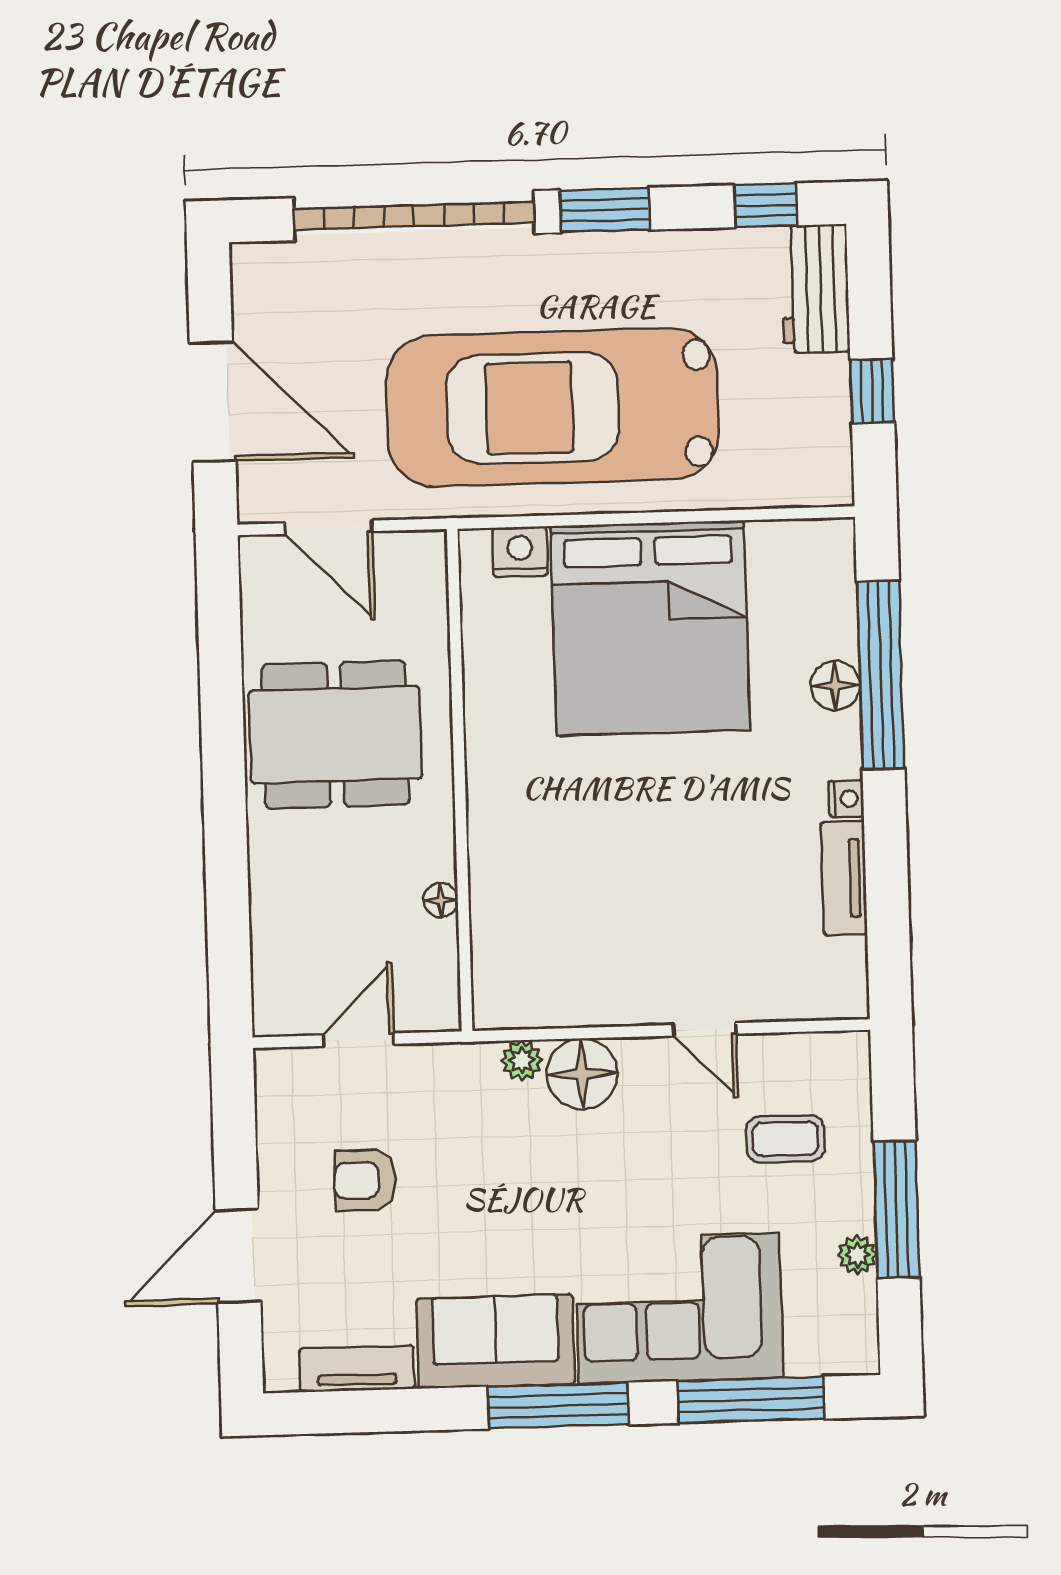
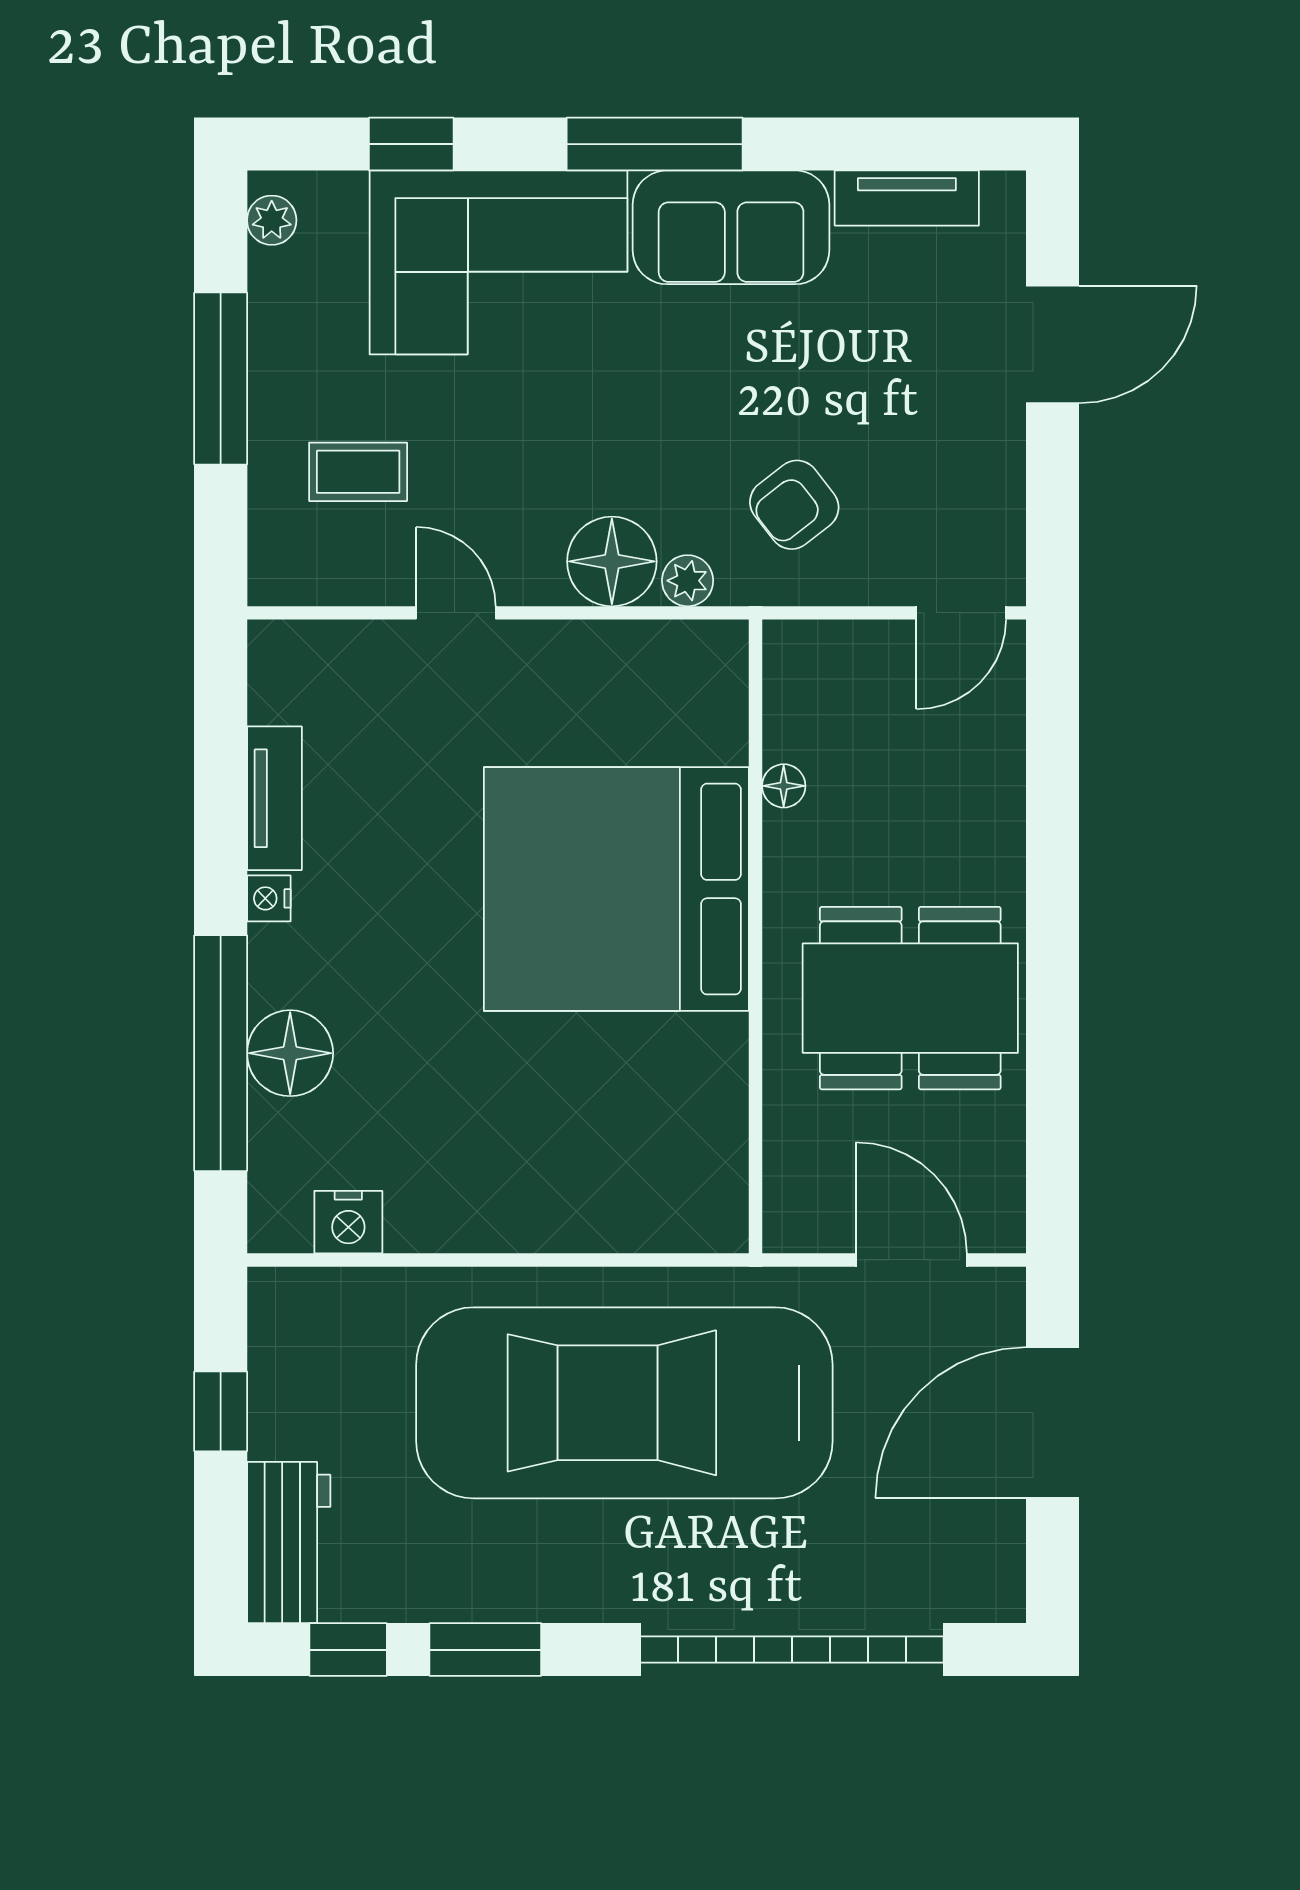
window: (605, 210) -> (485, 1650), moved
door: (213, 402) -> (1053, 1423), hinge flipped
car: (552, 407) -> (624, 1403), turned 180
nightstand: (520, 552) -> (348, 1222), moved
bed: (650, 628) -> (616, 889), moved, turned -90
floor lamp: (835, 686) -> (290, 1053), width x1.38, depth x1.38
door: (358, 1040) -> (961, 613), moved
armchair: (365, 1180) -> (794, 505), moved, turned 142
plant: (857, 1255) -> (272, 220), moved
window: (751, 1400) -> (411, 144), width x0.46

